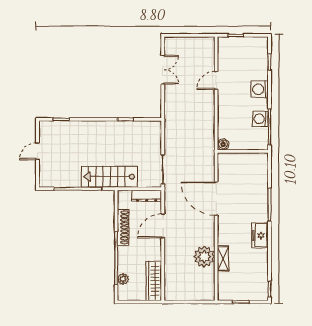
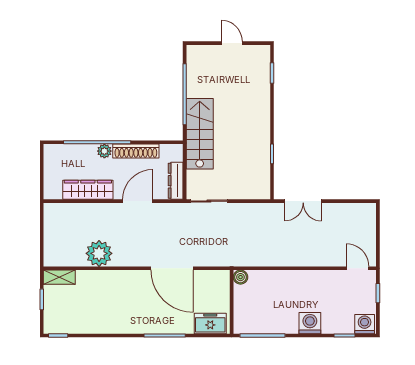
double door: (163, 70) -> (303, 201), moved
door: (216, 80) -> (357, 268), moved
washing machine: (260, 119) -> (365, 324), moved
door: (216, 199) -> (172, 268), swing flipped
door: (163, 226) -> (138, 201), hinge flipped
freezer: (260, 235) -> (210, 323), moved
shelving: (223, 258) -> (59, 277), moved
plant: (123, 279) -> (104, 151), moved
wardrobe: (154, 281) -> (88, 190), moved

